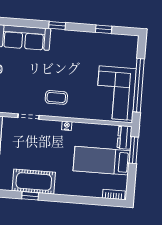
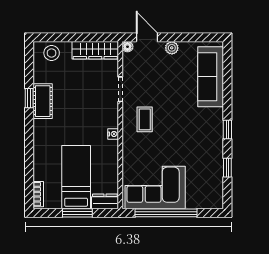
window: (57, 25) -> (227, 130), moved
window: (134, 150) -> (77, 213), moved
cot: (34, 182) -> (43, 101), width x0.73, depth x0.75

